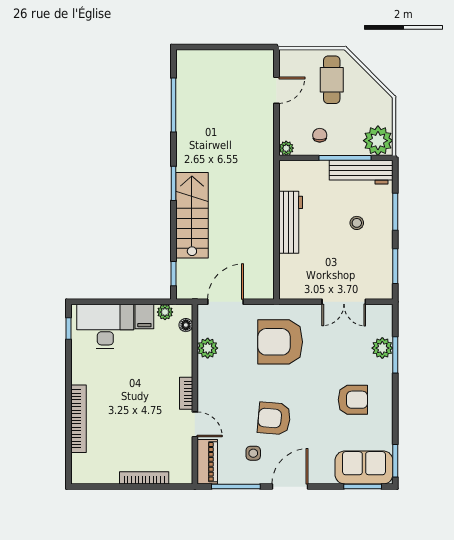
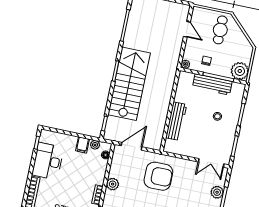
door: (277, 90) -> (187, 29), hinge flipped
workbench: (361, 172) -> (212, 84), moved
stairs: (192, 215) -> (129, 84), width x1.36, depth x1.51
workbench: (291, 222) -> (176, 121), moved
double door: (344, 302) -> (211, 163), moved
desk: (105, 326) -> (48, 161), moved, turned -90
armchair: (280, 342) -> (158, 176), turned 180
plant: (208, 348) -> (113, 184), moved

